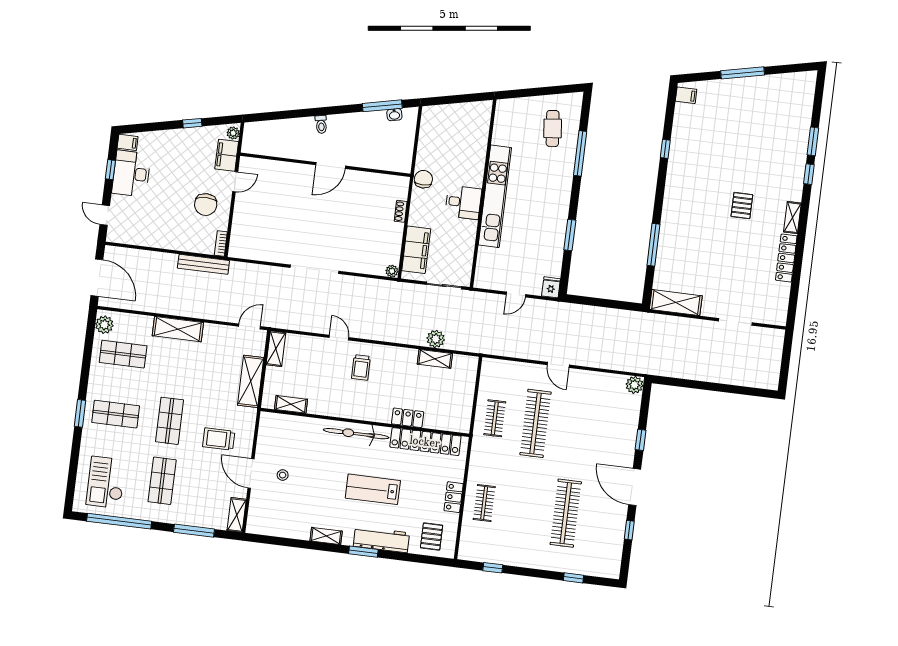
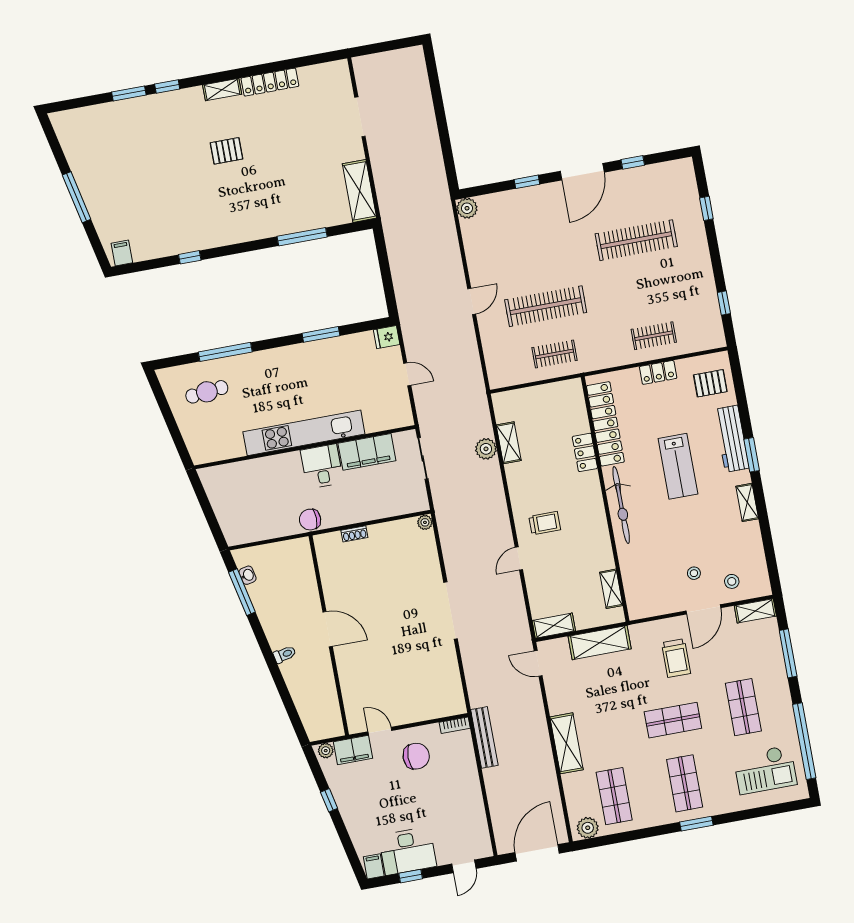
filing cabinet: (416, 250) -> (367, 452), moved, turned 180
shop shelf: (162, 481) -> (743, 707), turned 90
stool: (266, 503) -> (732, 581), added

